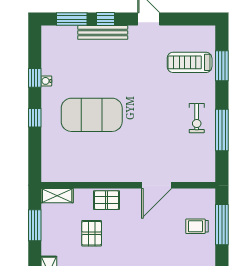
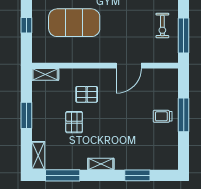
wall: (128, 185) -> (105, 66), moved
door: (157, 185) -> (129, 66), moved
shelving: (57, 196) -> (45, 74), moved

